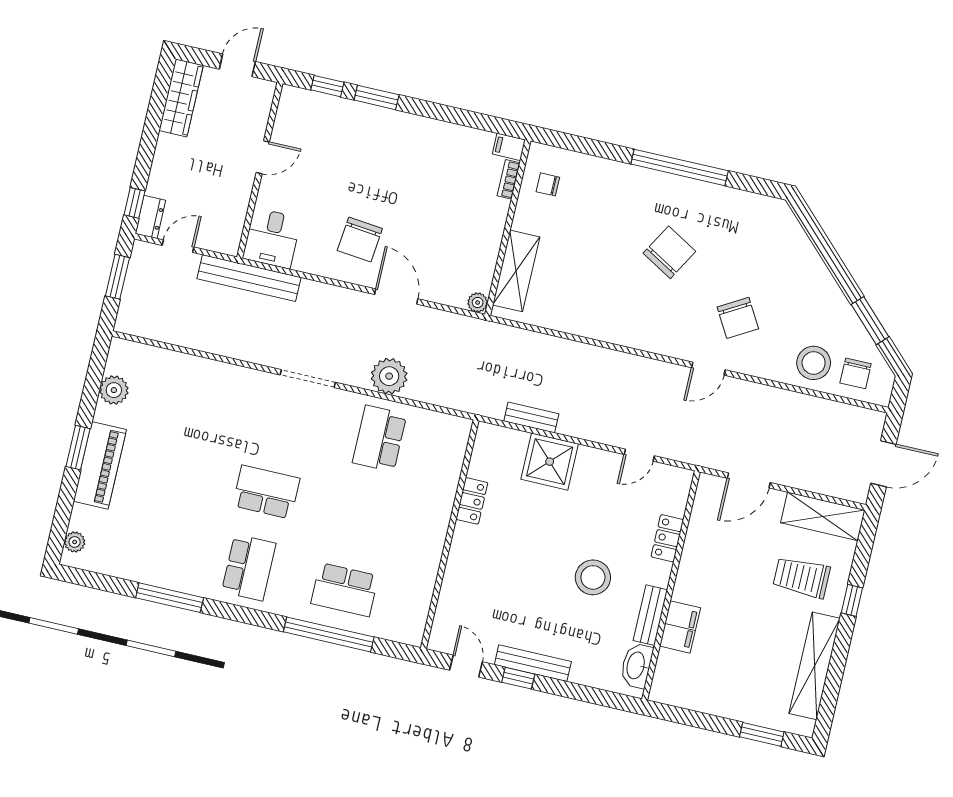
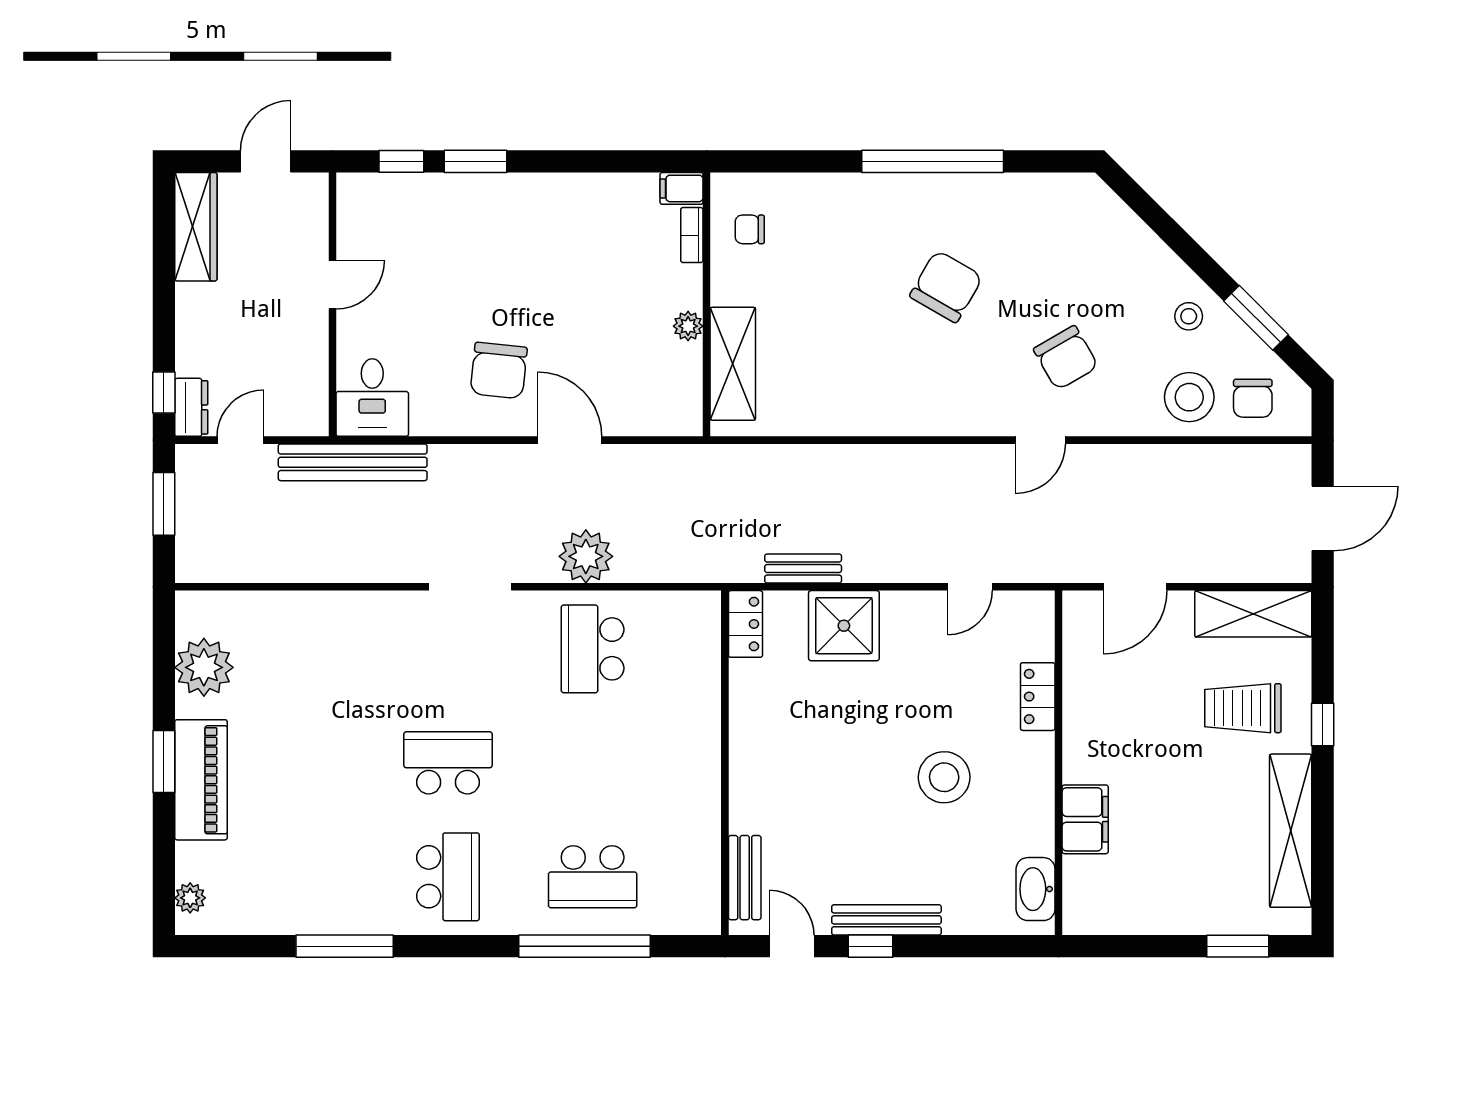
plant: (478, 302) -> (688, 326), moved
stool: (826, 309) -> (1189, 316), added
plant: (114, 390) -> (204, 667), width x1.36, depth x1.36
locker: (472, 501) -> (745, 624), moved
bench: (650, 615) -> (745, 878), moved

